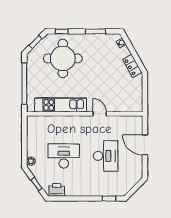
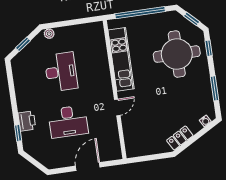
printer: (57, 190) -> (27, 121), moved

